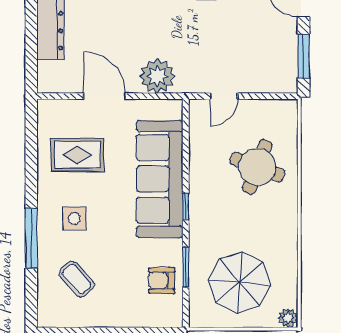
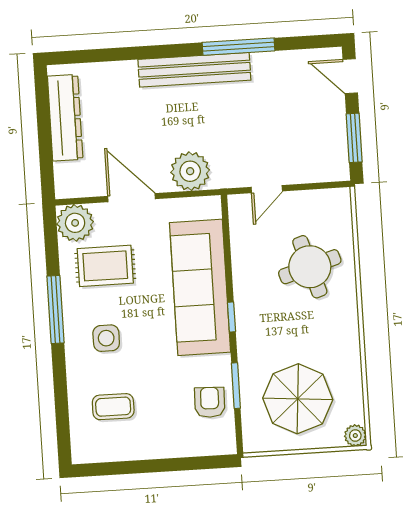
plant: (53, 115) -> (75, 223), added
round table: (257, 167) -> (310, 267), turned -37
window: (31, 238) -> (55, 309), moved
coffee table: (77, 279) -> (113, 407), turned -49
armchair: (162, 281) -> (210, 402), turned 92

